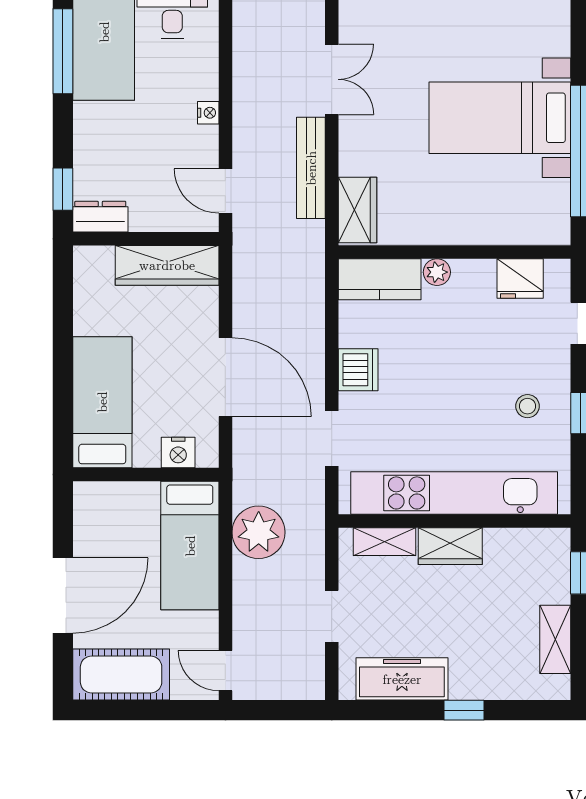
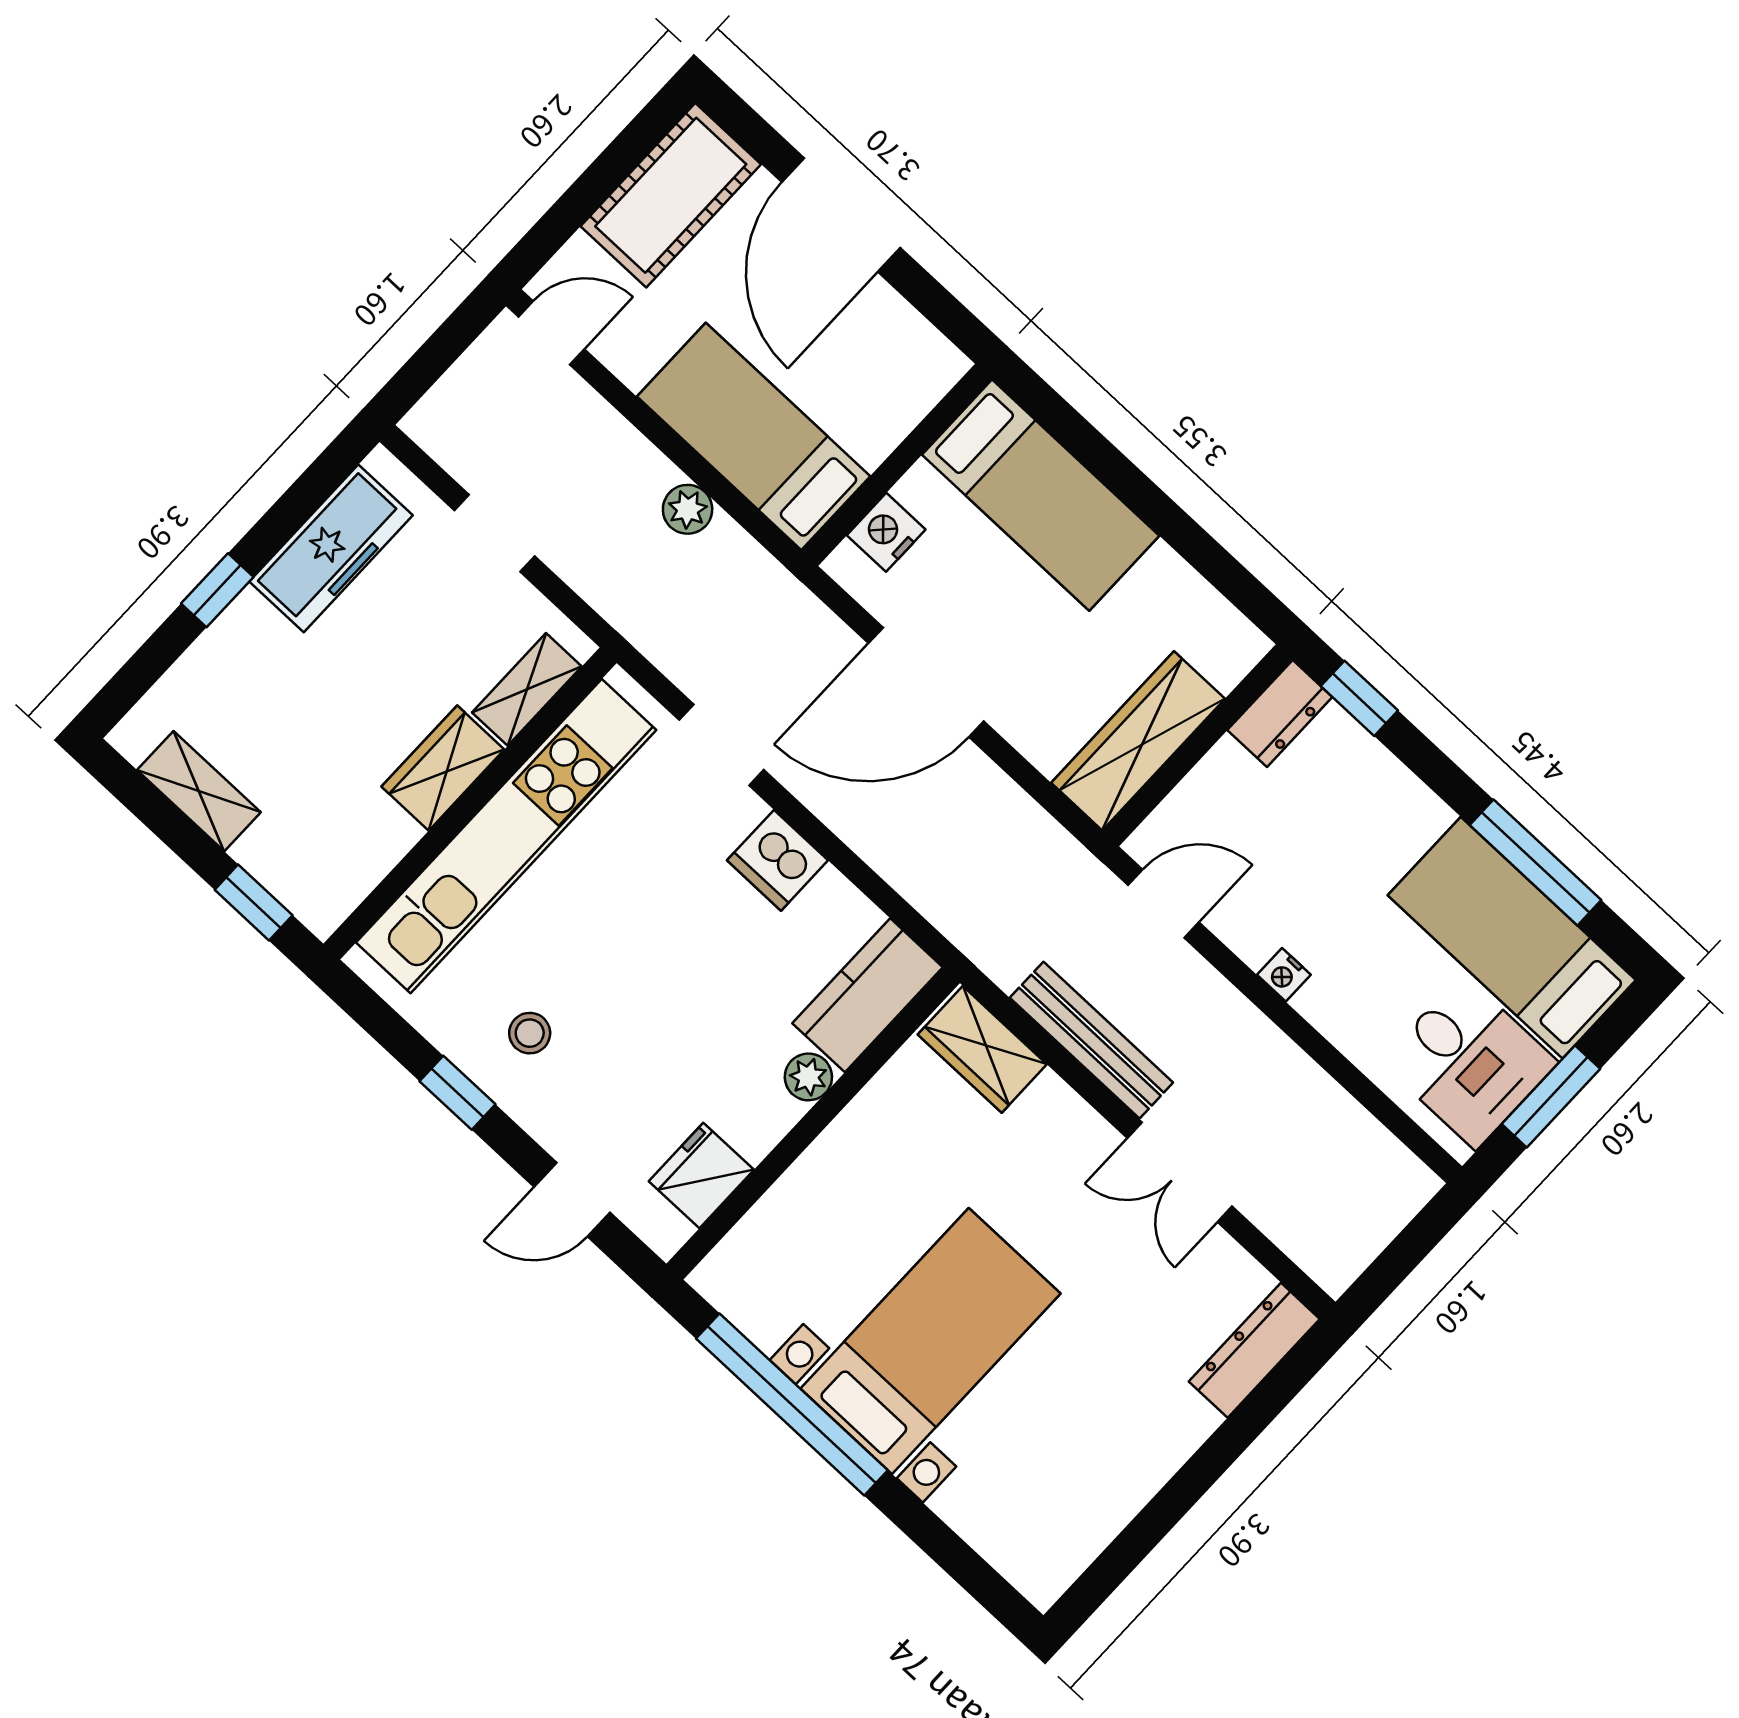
plant: (259, 532) -> (688, 509), width x0.53, depth x0.53

